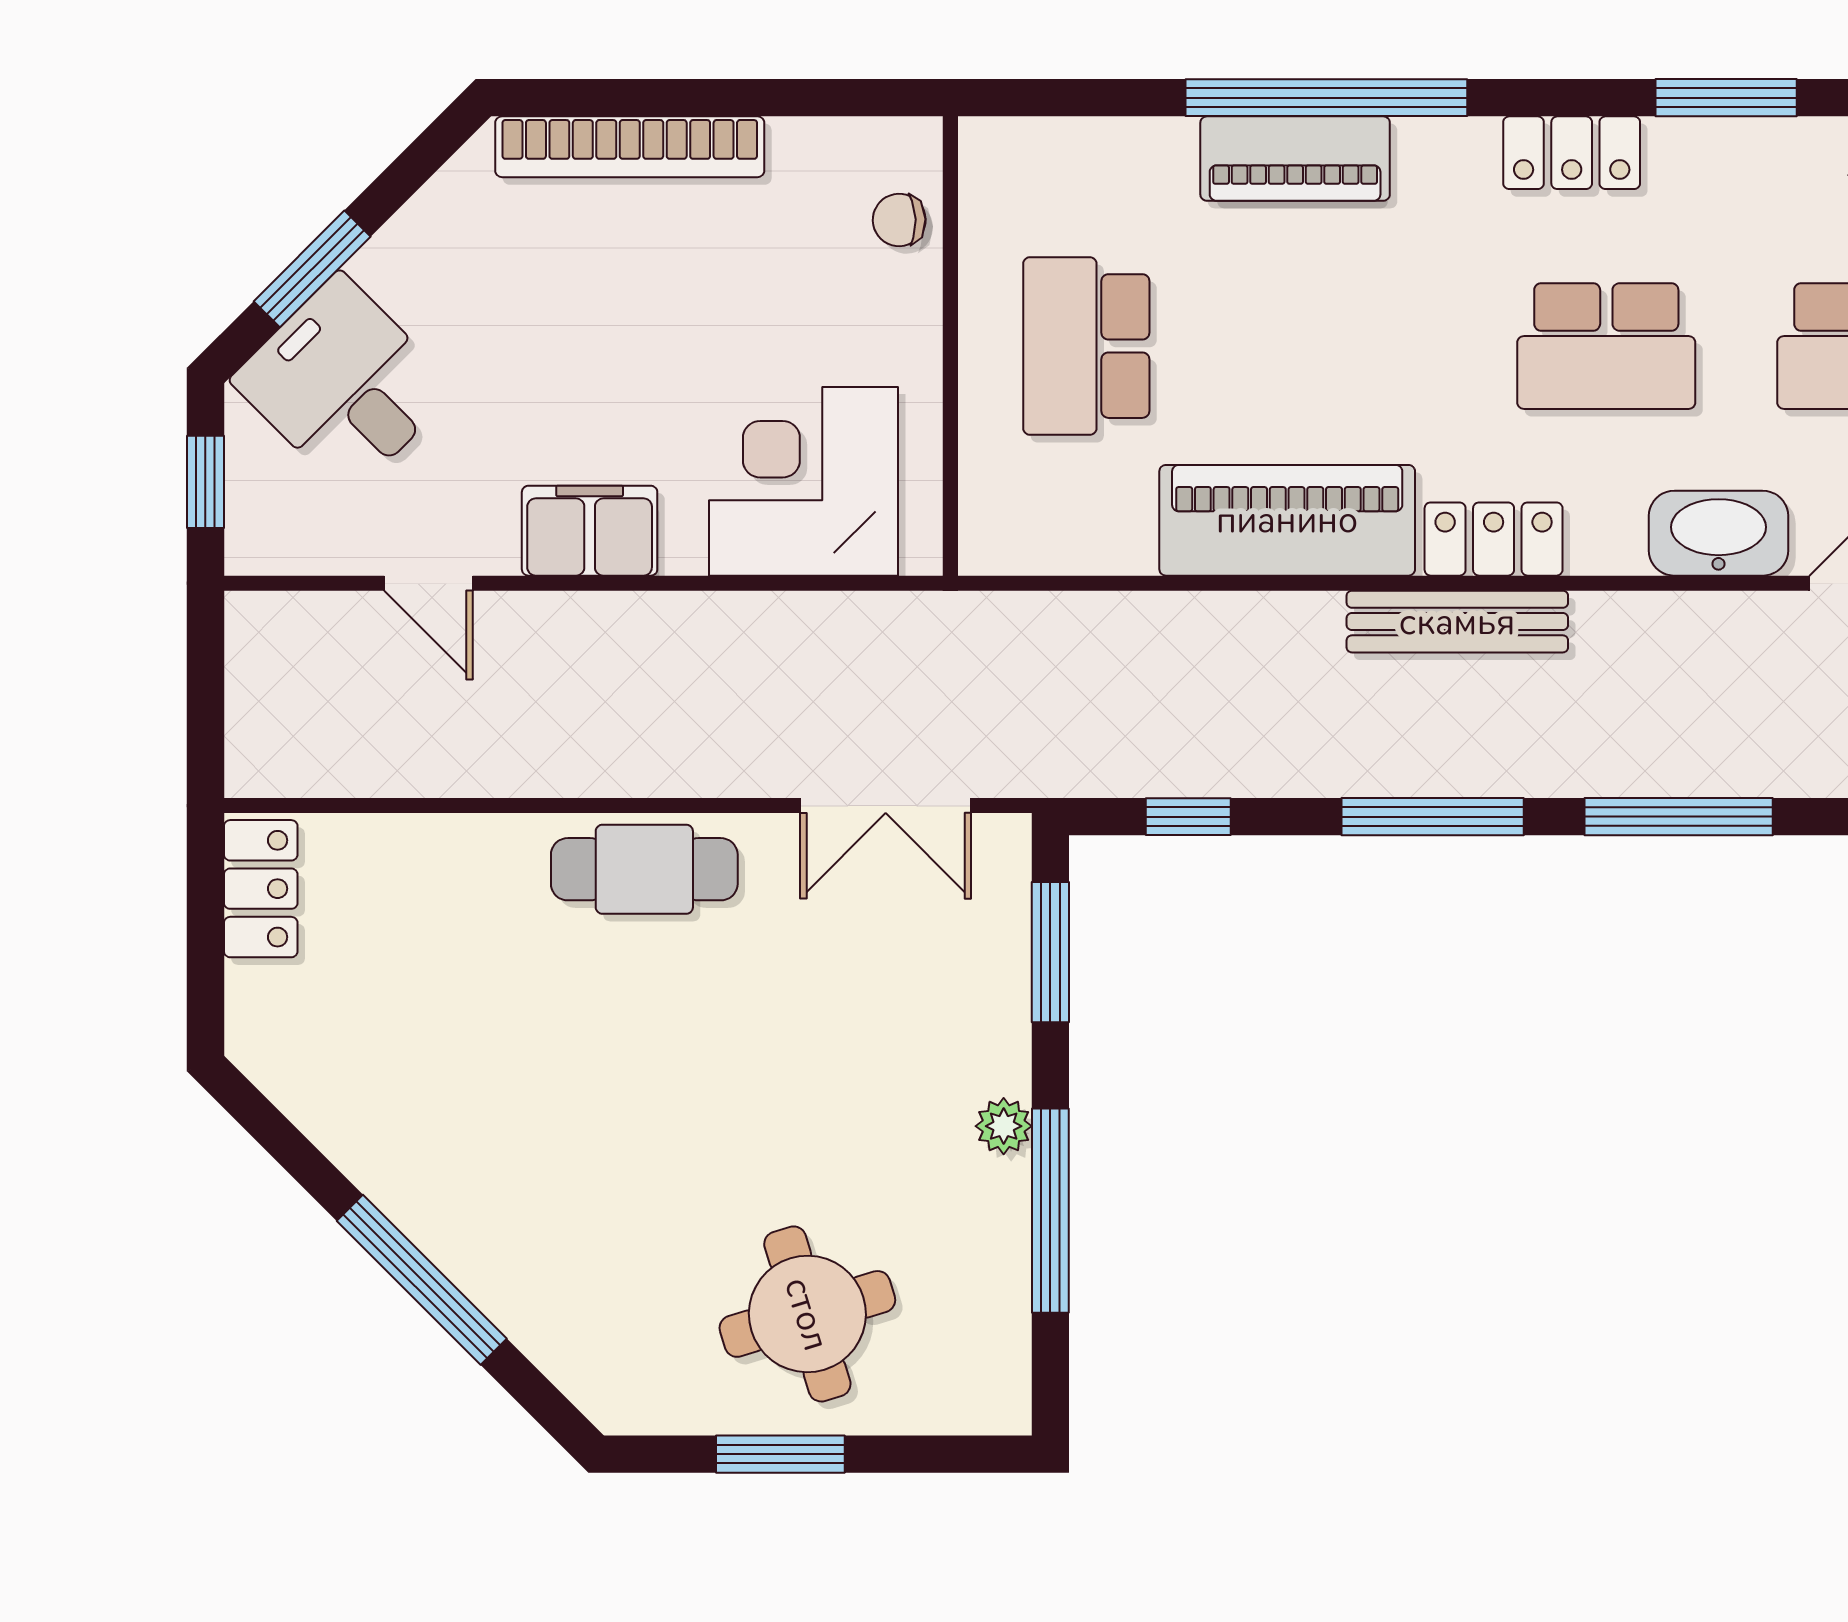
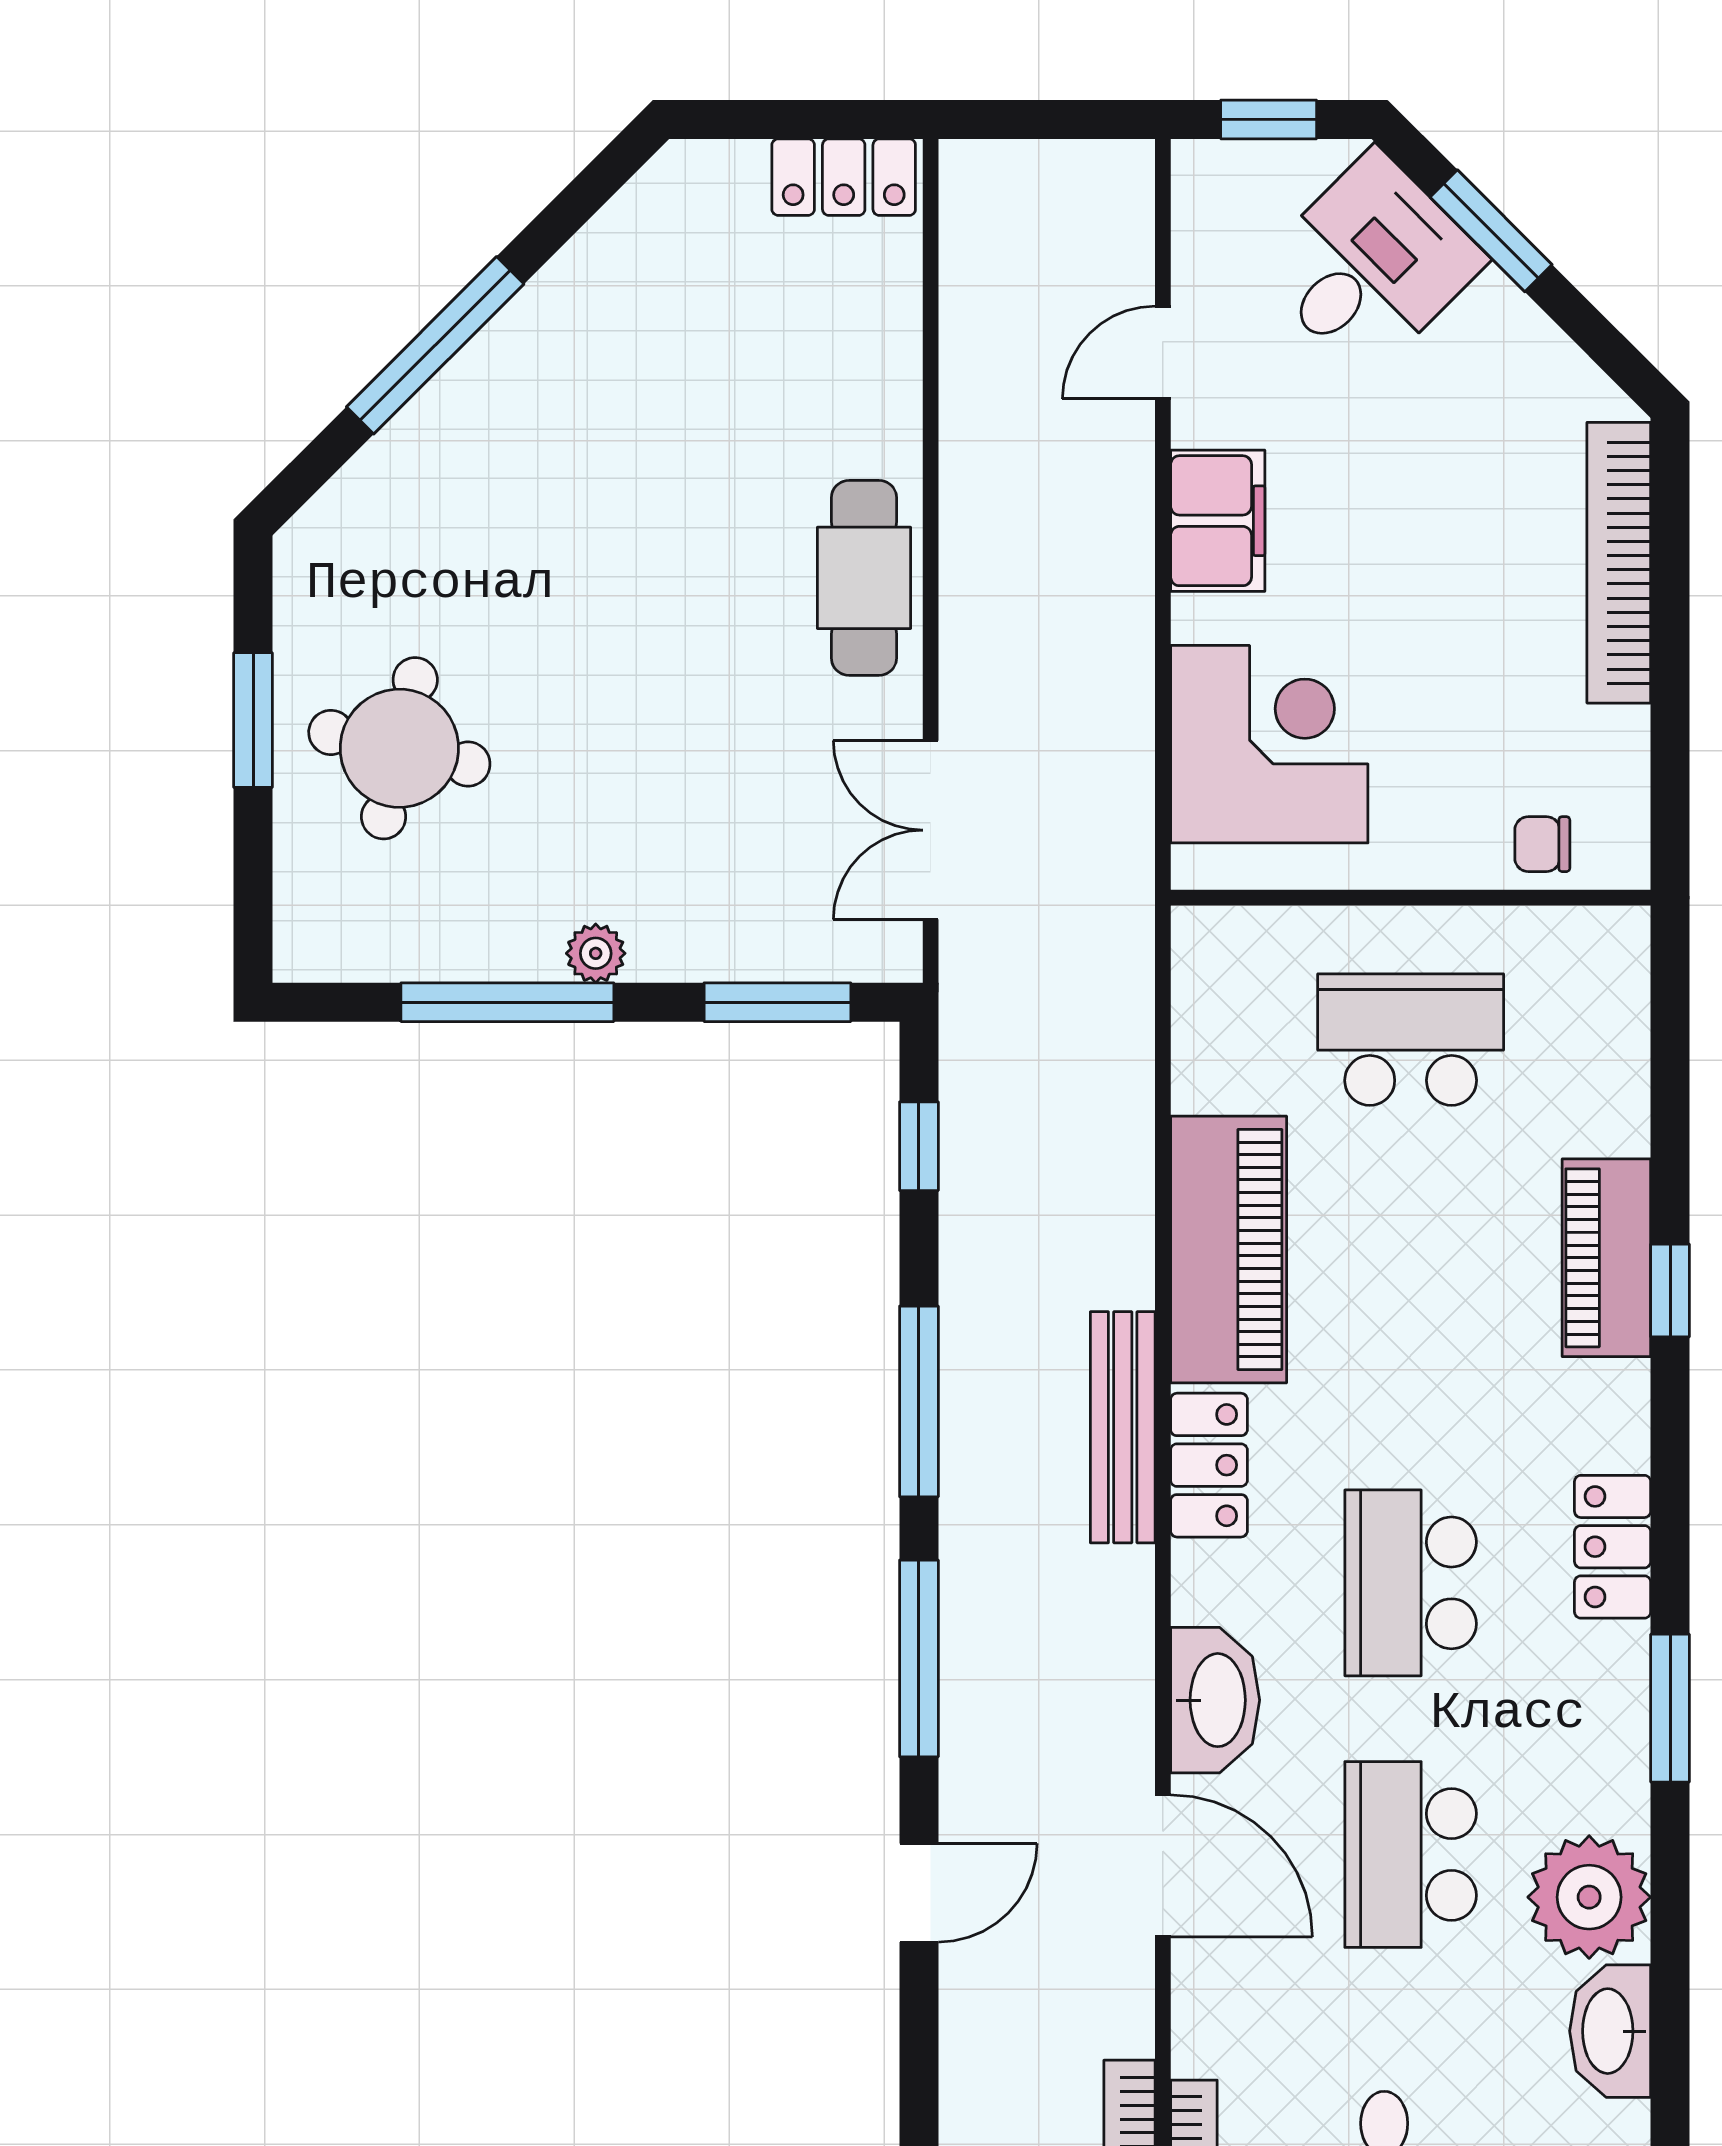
window: (1326, 98) -> (1670, 1291), width x0.32
chair: (899, 220) -> (1542, 844), turned -88
round table: (807, 1314) -> (399, 748), turned 30

